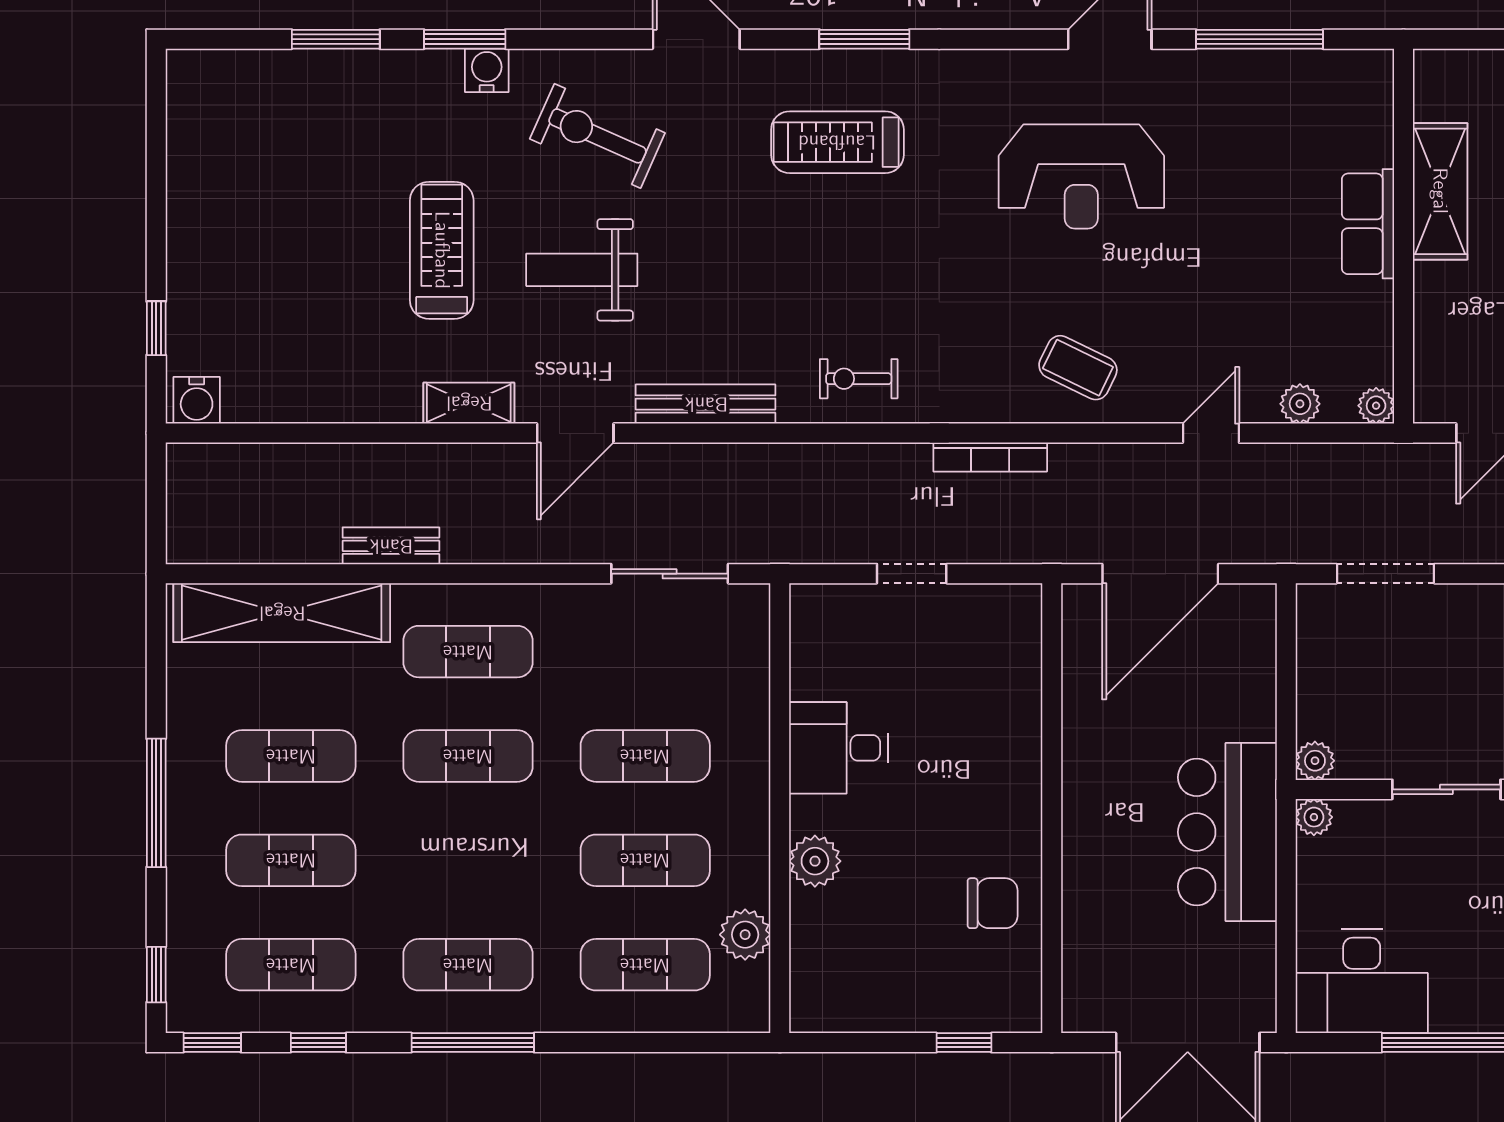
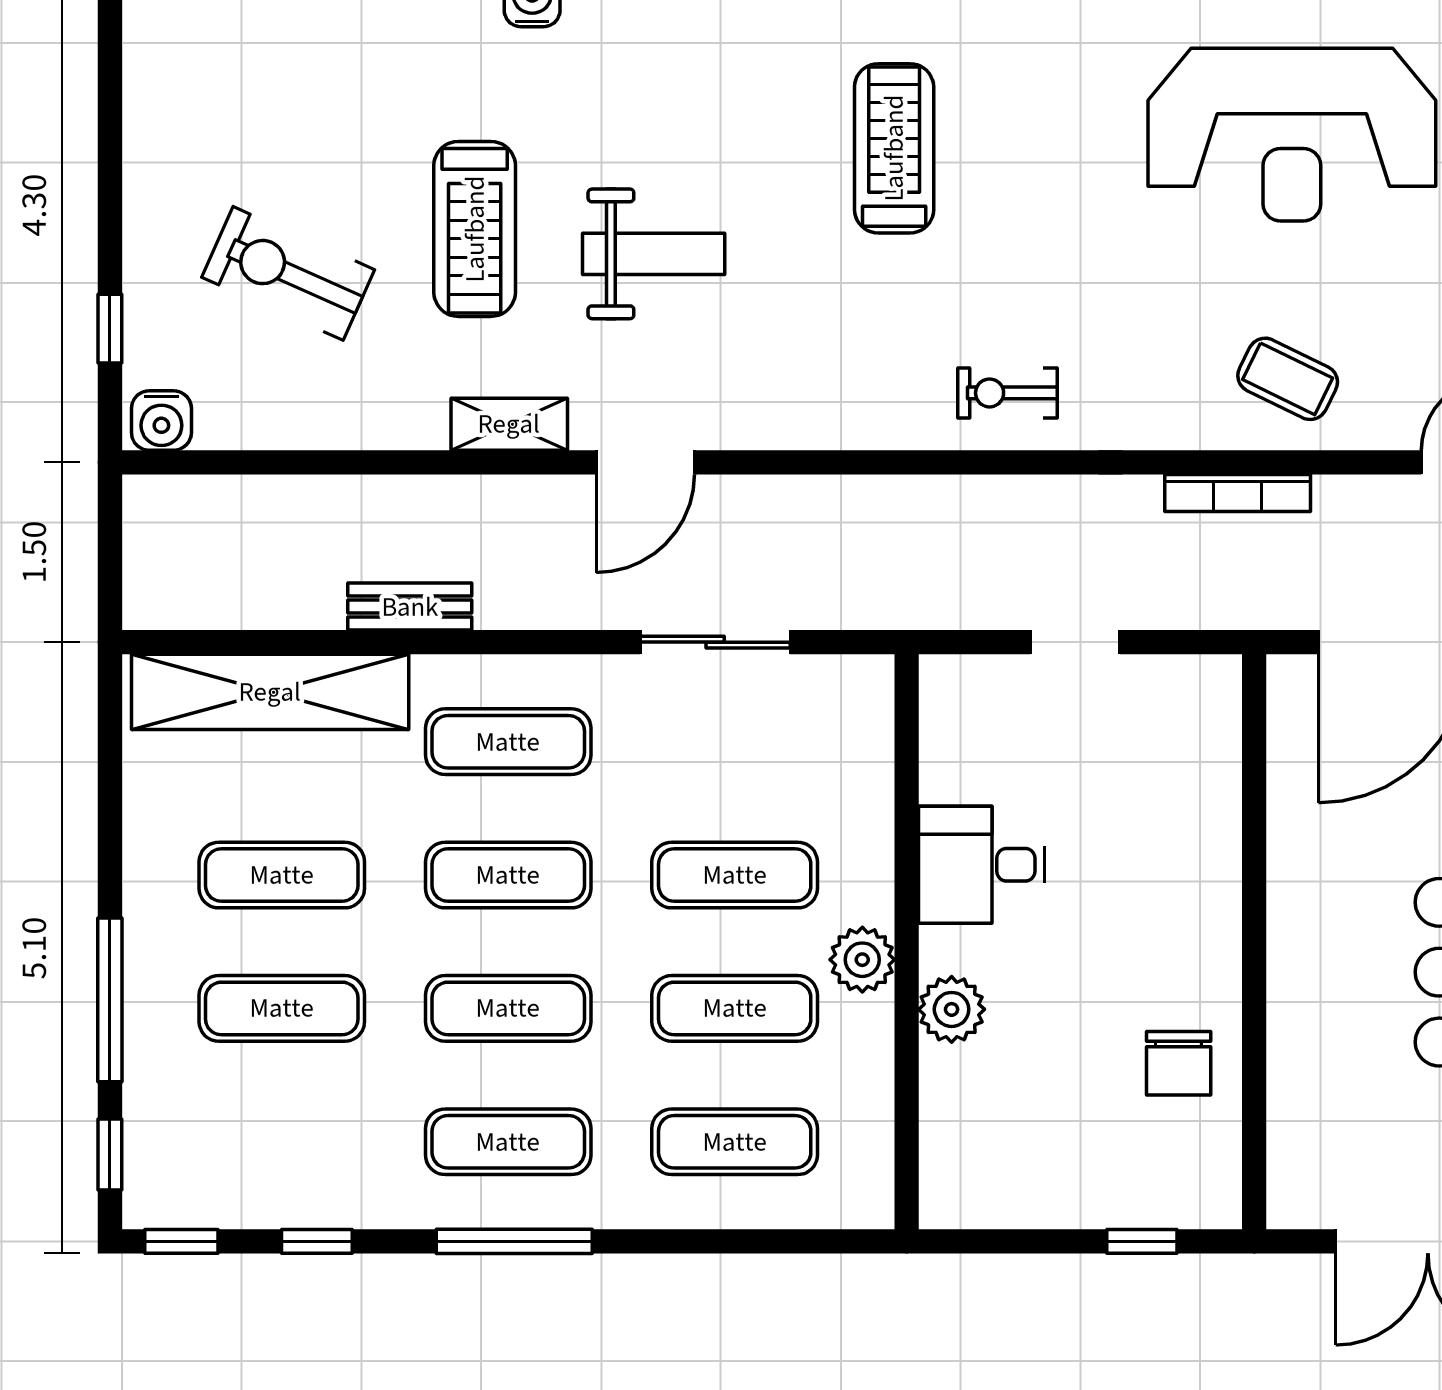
exercise bike: (597, 136) -> (288, 273), moved
treadmill: (837, 142) -> (894, 148), moved, turned 90
reception desk: (1081, 177) -> (1292, 135), width x1.36, depth x1.30
treadmill: (442, 250) -> (475, 229), turned 180
weight bench: (582, 270) -> (654, 254), turned 180
bench: (706, 404) -> (812, 425), removed
bookcase: (990, 457) -> (1238, 493), moved
sliding door: (670, 574) -> (715, 642), moved
window: (156, 803) -> (110, 1000), moved
chair: (993, 903) -> (1179, 1063), turned 90
plant: (745, 935) -> (862, 960), moved
exercise mat: (291, 965) -> (508, 1008), moved

